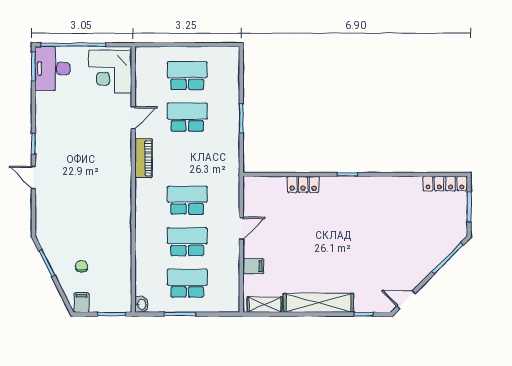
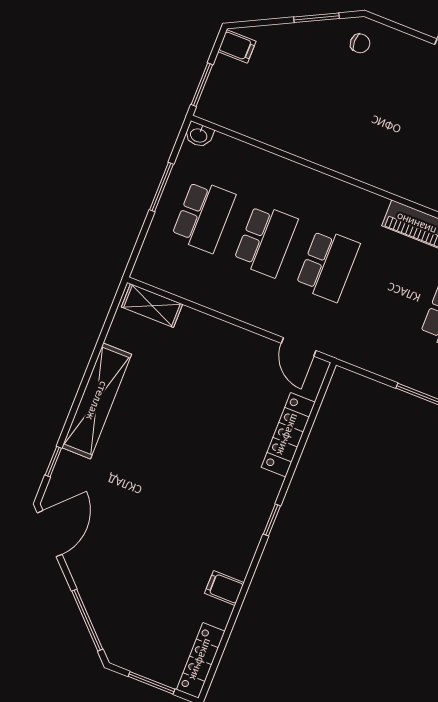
locker: (303, 184) -> (288, 435), width x1.53
door: (241, 228) -> (299, 347), moved
chair: (82, 266) -> (360, 43), moved
filing cabinet: (253, 266) -> (224, 588), moved, turned 90
door: (406, 300) -> (50, 534), width x1.38
shelving: (265, 305) -> (152, 306), moved, turned 90

